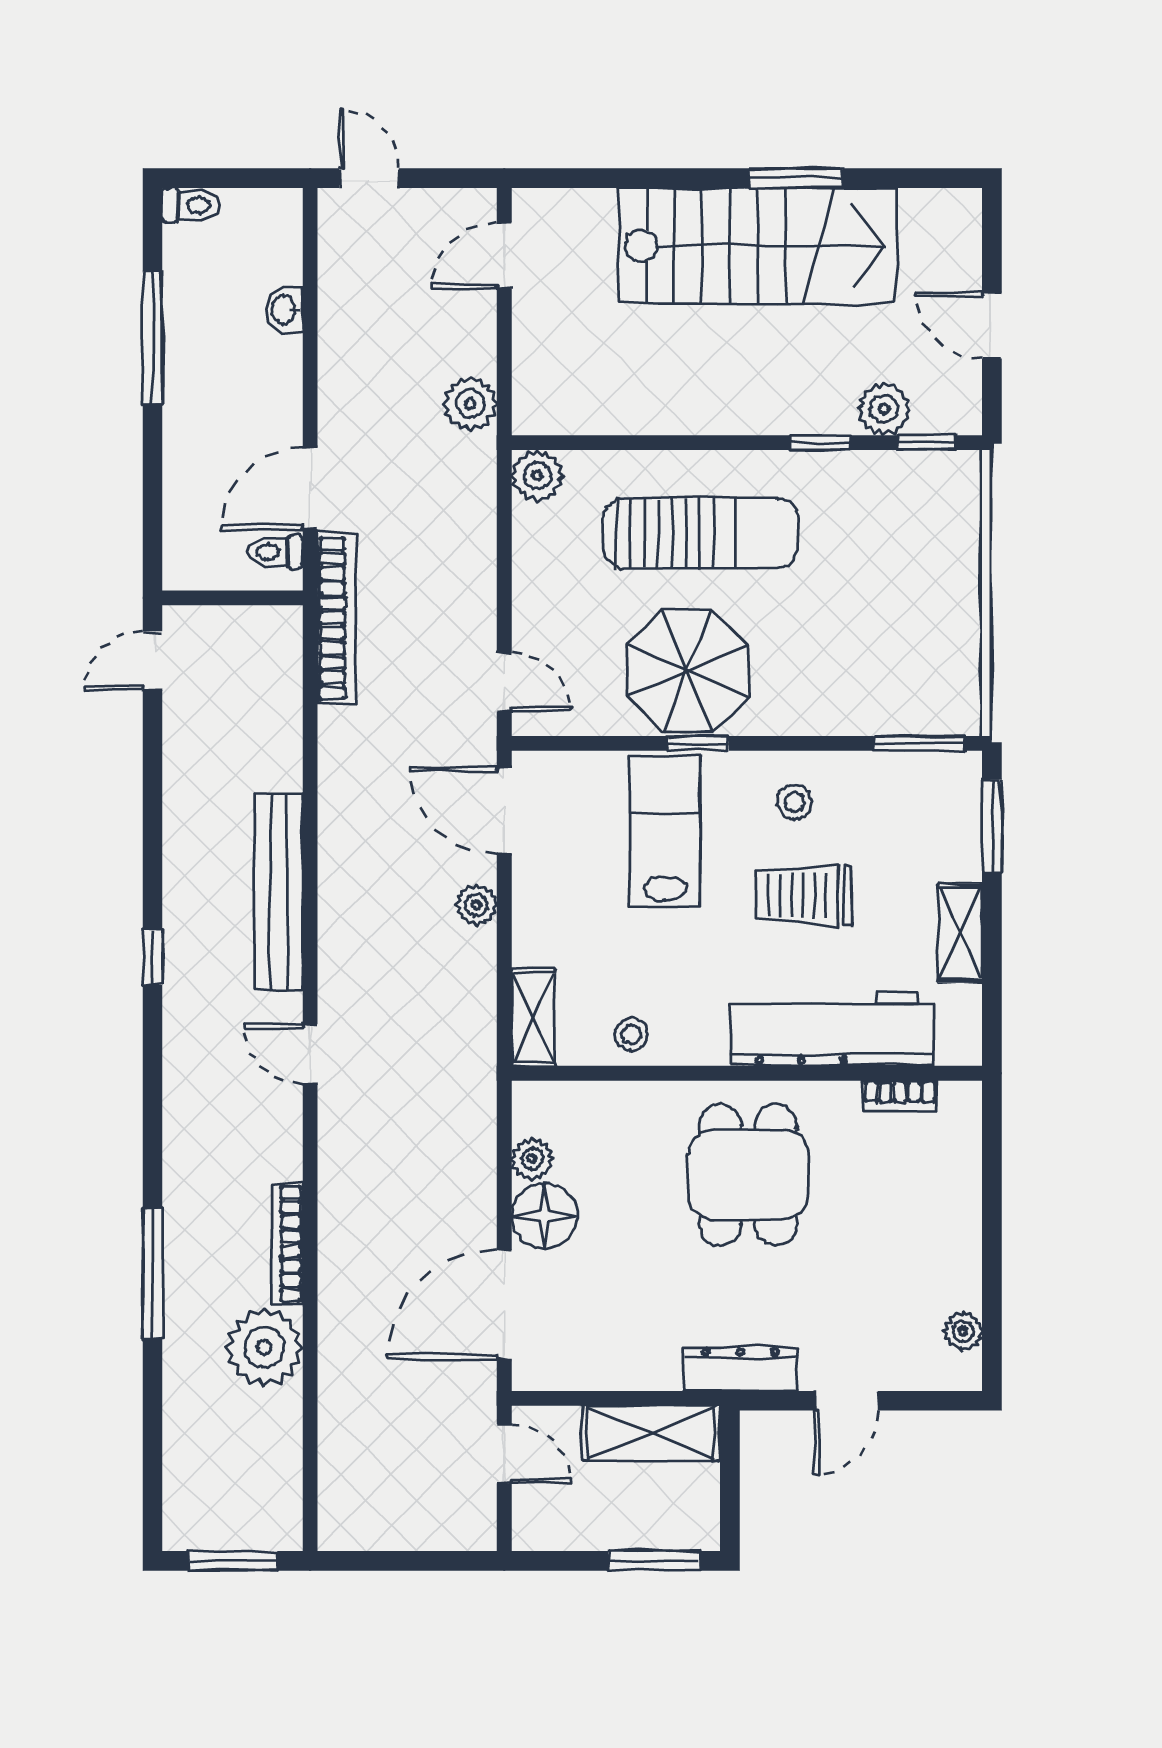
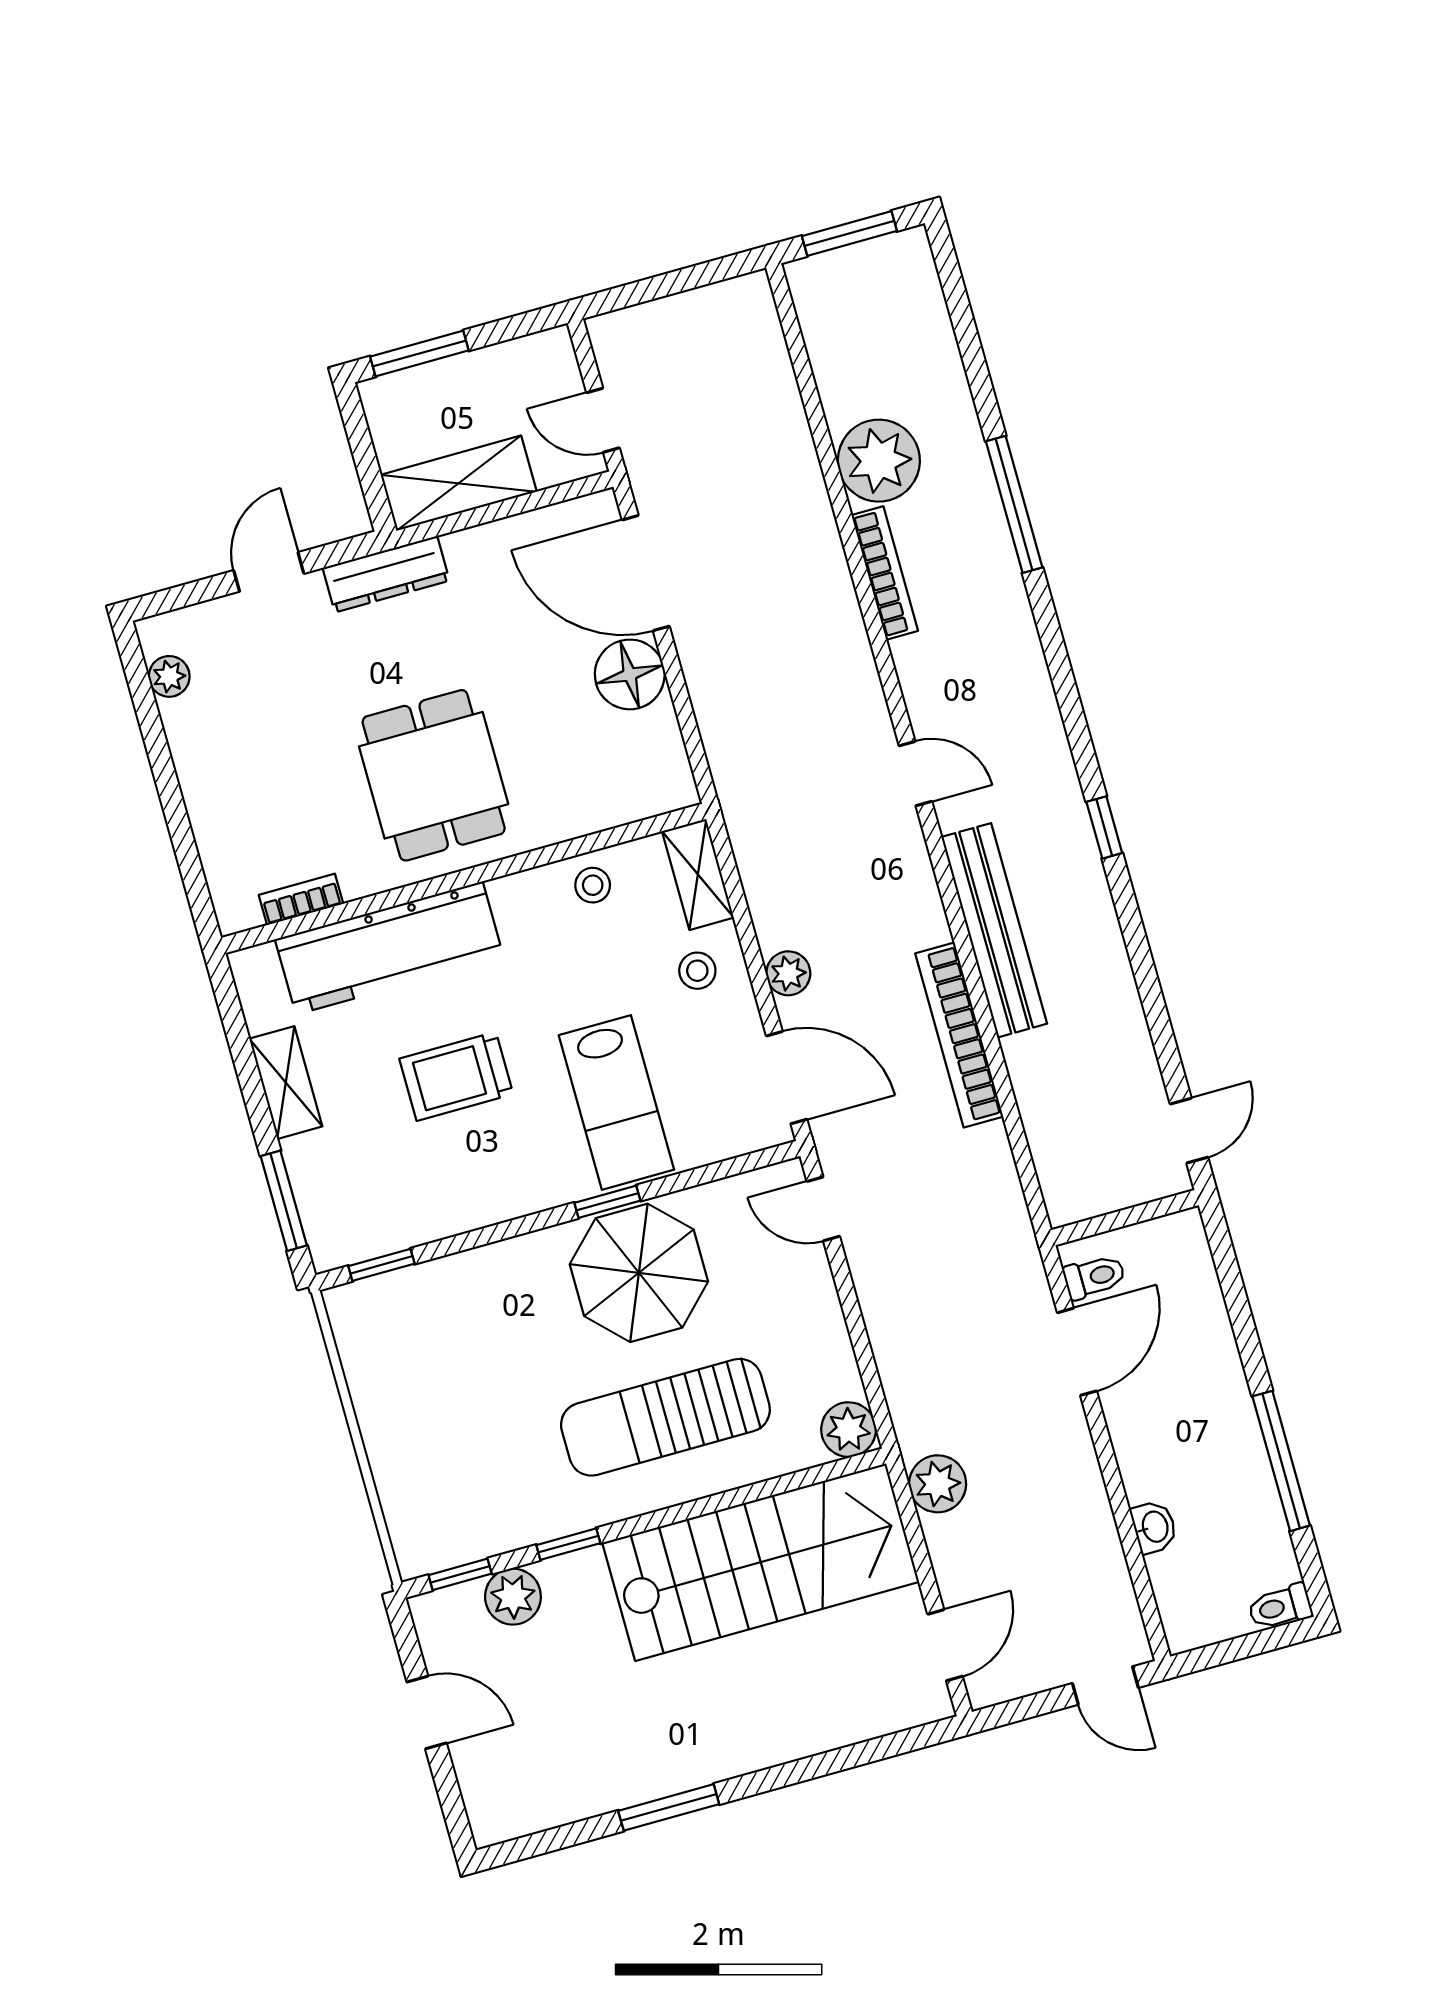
stairs: (758, 246) -> (761, 1562), moved, turned 180
bookcase: (337, 618) -> (959, 1035), moved
window: (919, 743) -> (381, 1265), width x0.67
stool: (795, 802) -> (697, 971), moved
trolley: (804, 895) -> (456, 1076), turned 180
plant: (532, 1159) -> (659, 730), removed
door: (504, 1304) -> (646, 573), swing flipped

